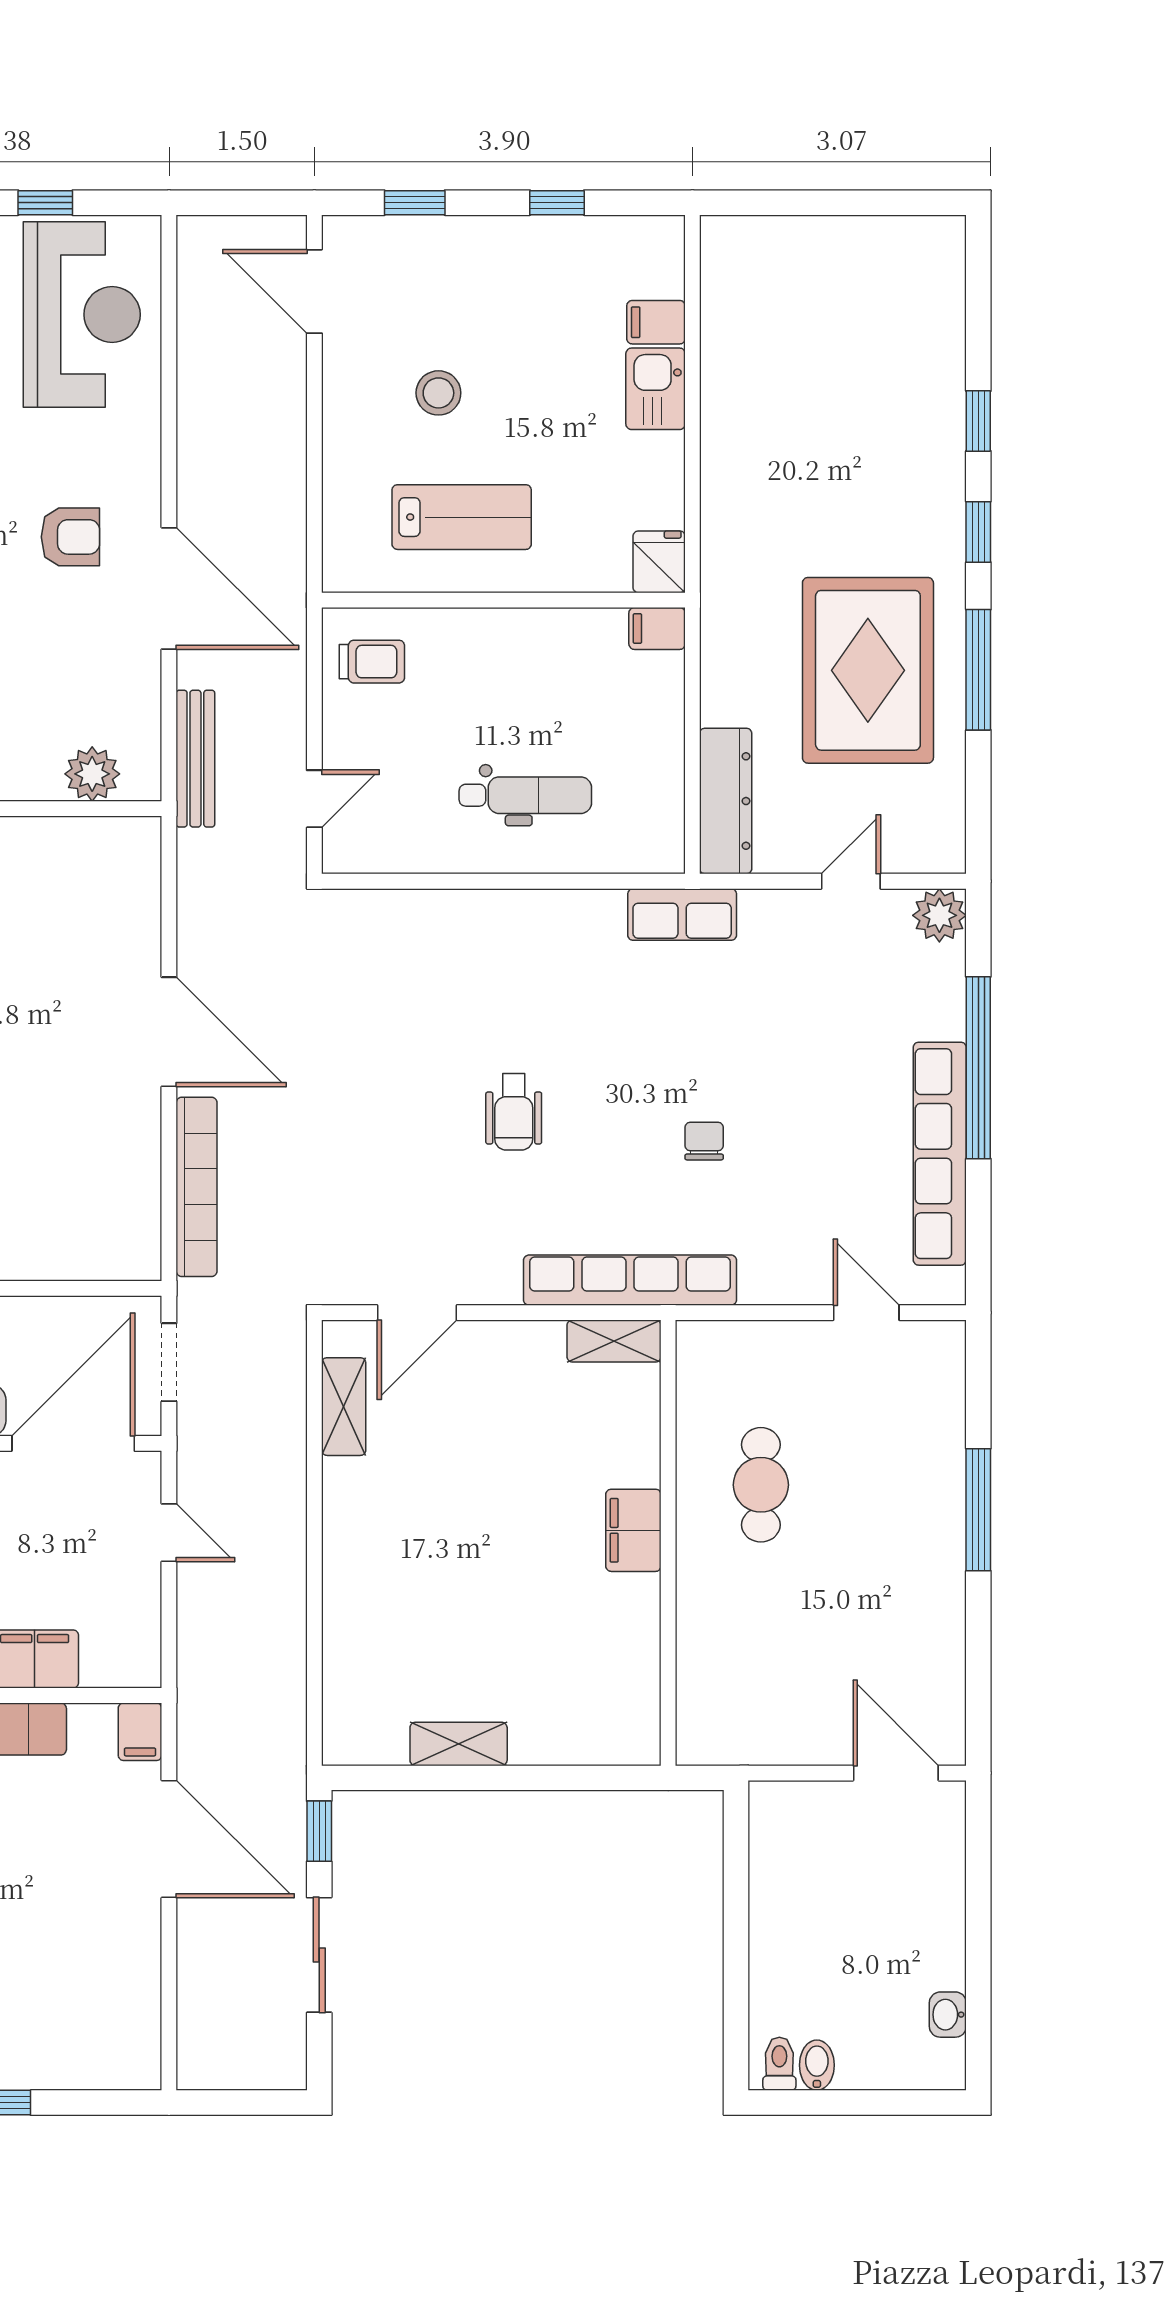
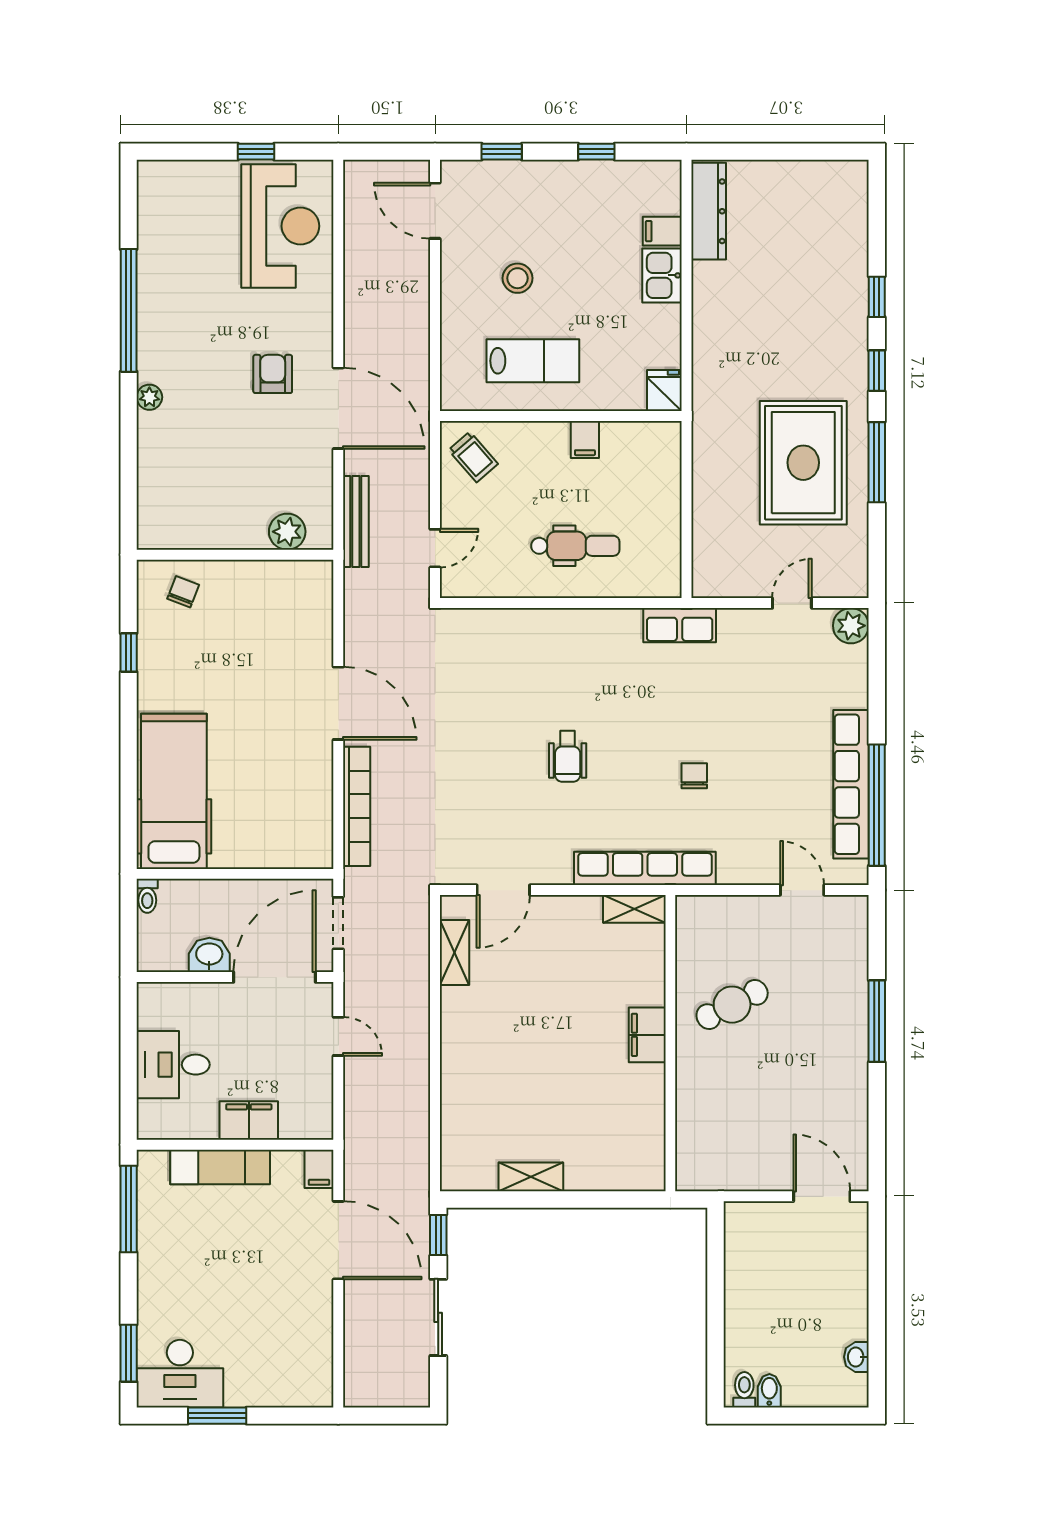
armchair: (70, 537) -> (273, 374), turned -90
filing cabinet: (657, 628) -> (585, 440), moved, turned -90
trolley: (372, 662) -> (473, 457), turned 49
dresser: (726, 801) -> (709, 211), moved
window: (978, 1068) -> (877, 805), moved
cafe table: (761, 1485) -> (732, 1005), turned 63

